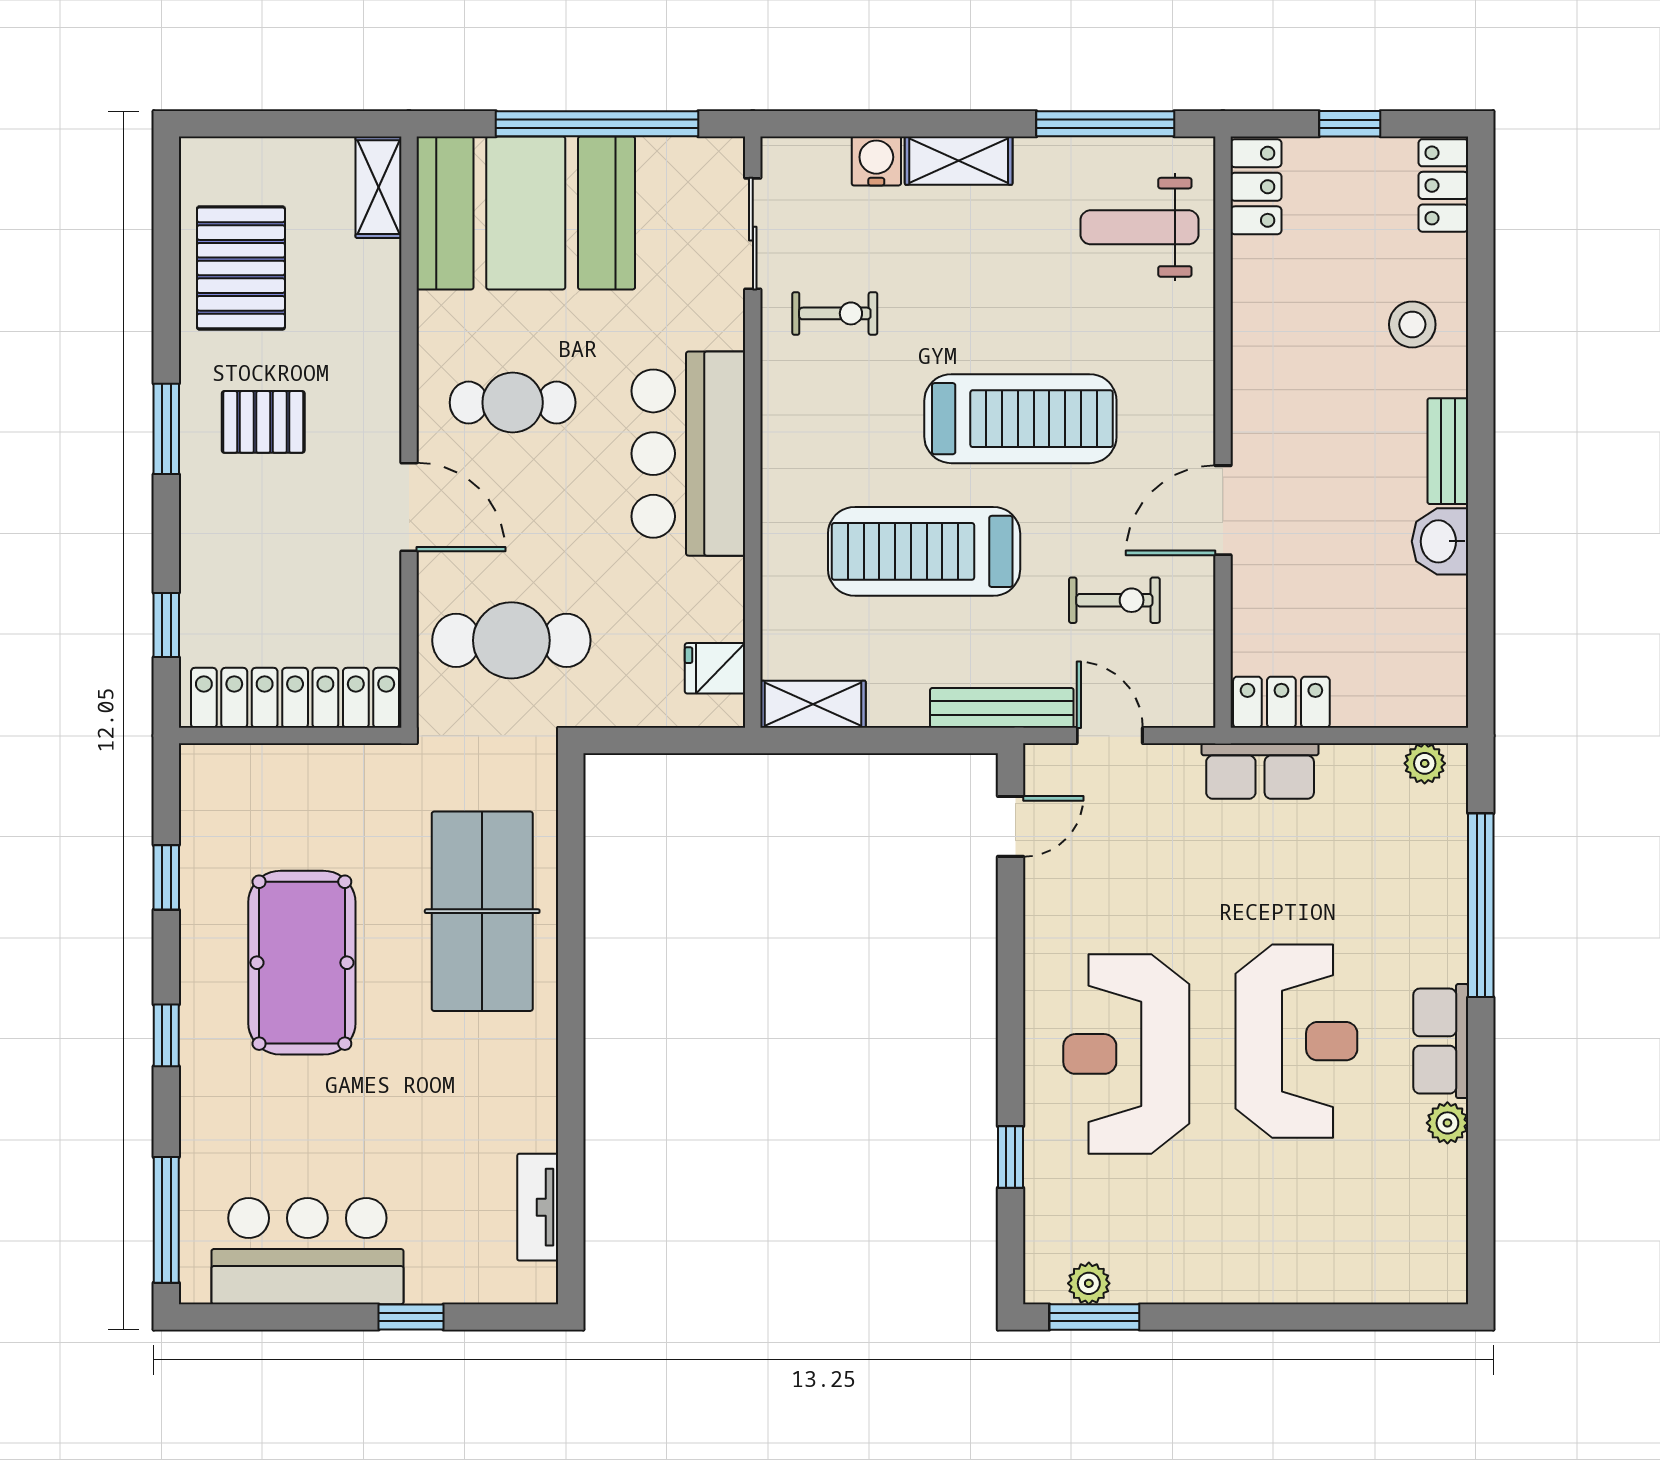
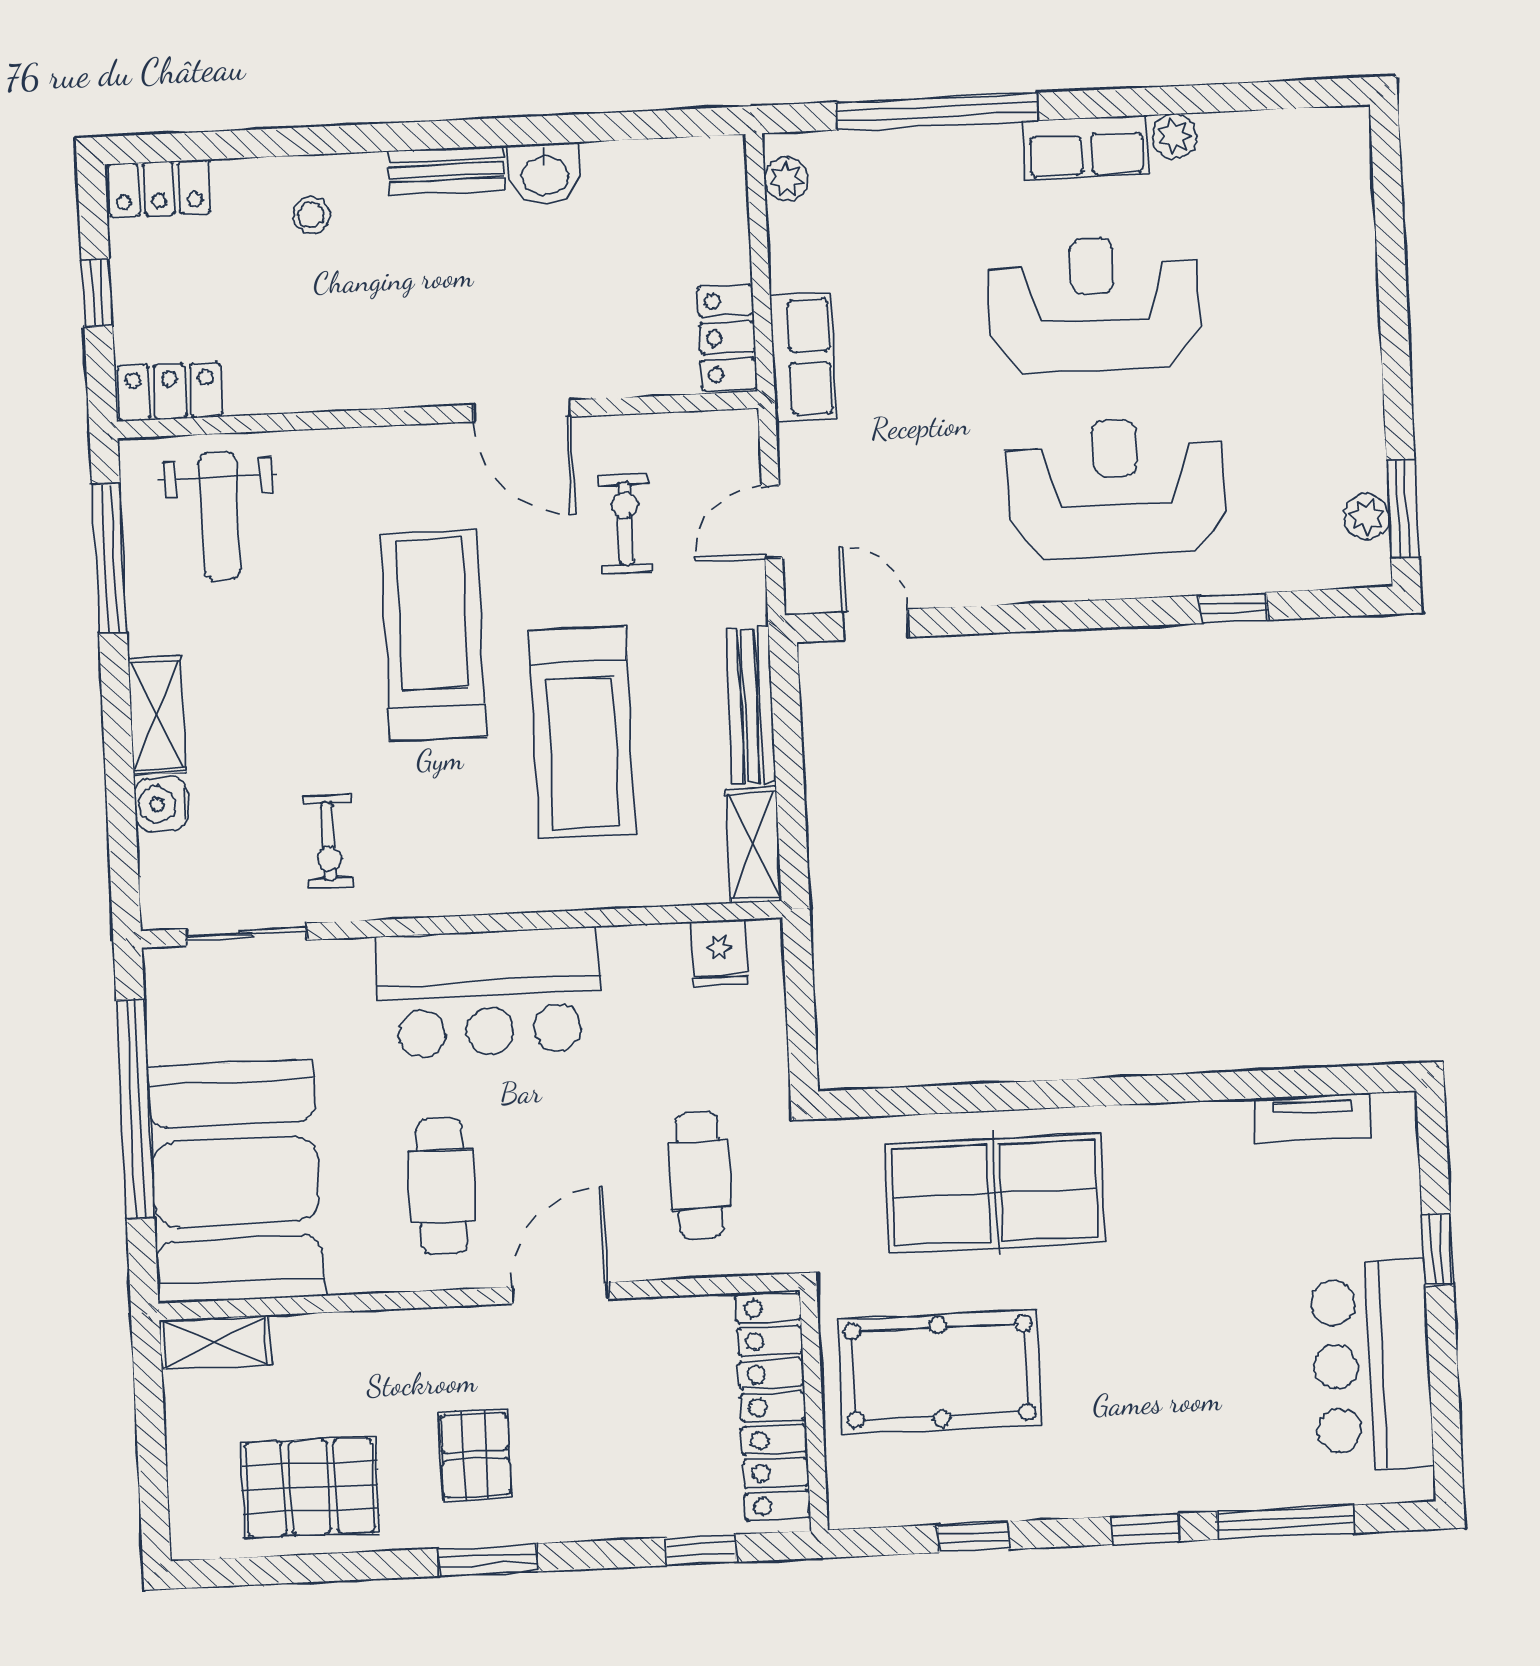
exercise bike: (835, 313) -> (329, 841), turned 180
stool: (1412, 324) -> (311, 215), width x0.73, depth x0.73
cafe table: (511, 640) -> (699, 1175), width x0.73, depth x0.74
bench: (1002, 708) -> (751, 706), moved
pool table: (302, 963) -> (940, 1372), moved
reception desk: (1126, 1054) -> (1116, 488), turned 180
window: (166, 1220) -> (1286, 1522), moved

